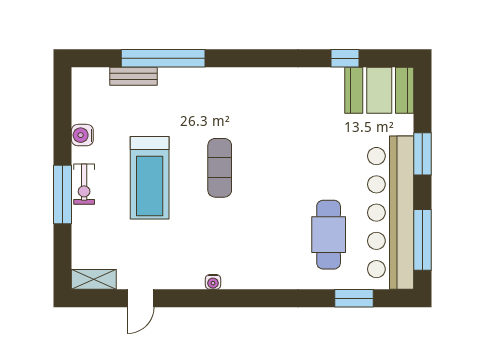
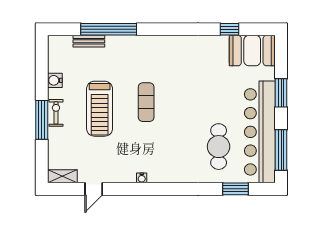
exercise bike: (84, 184) -> (56, 113), turned 180

